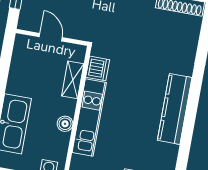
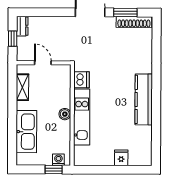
shelving: (73, 80) -> (22, 87), moved
boiler: (65, 124) -> (65, 114), moved

